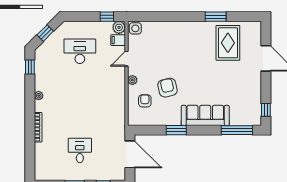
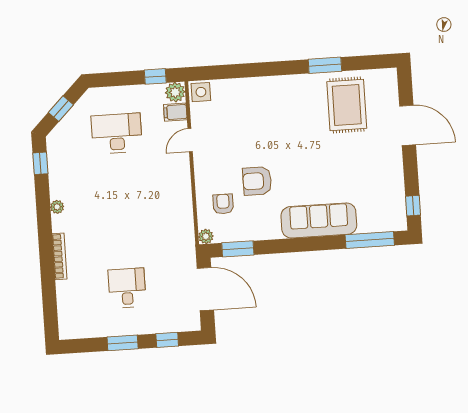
plant: (132, 80) -> (206, 236), moved
armchair: (167, 88) -> (257, 181), turned -77
window: (176, 130) -> (238, 249), moved

